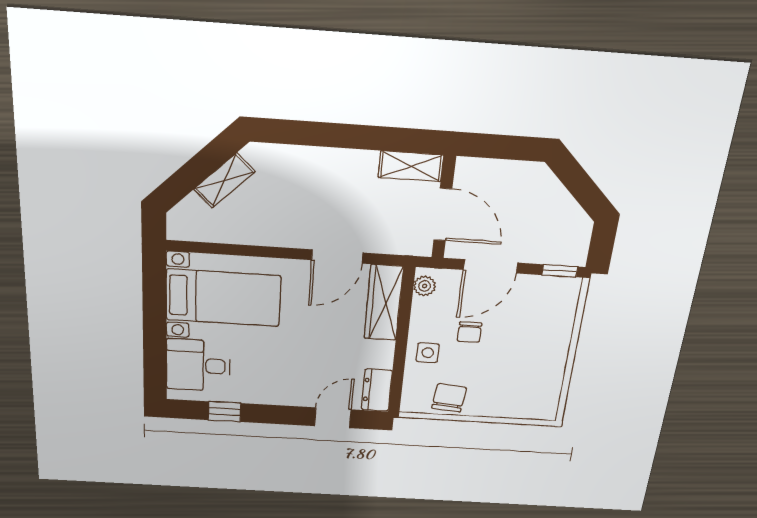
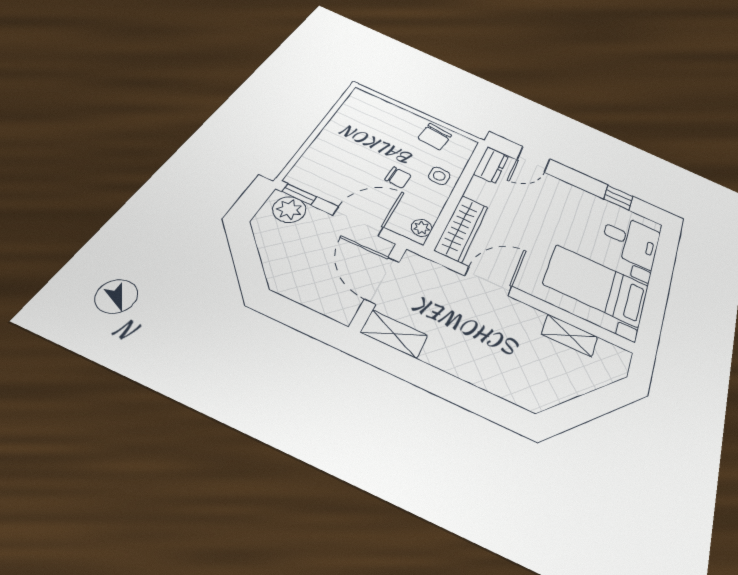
shelving: (224, 180) -> (569, 335), moved, turned 45
plant: (562, 250) -> (289, 210), added
chair: (469, 332) -> (398, 177), turned 92

